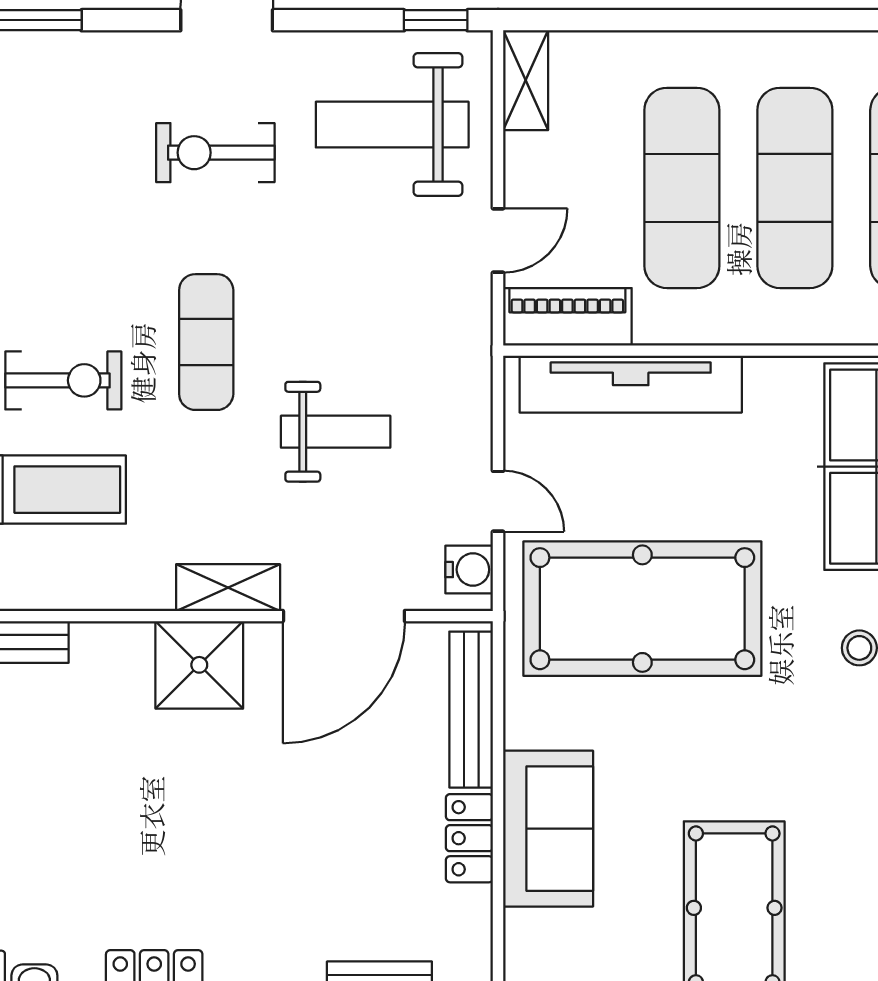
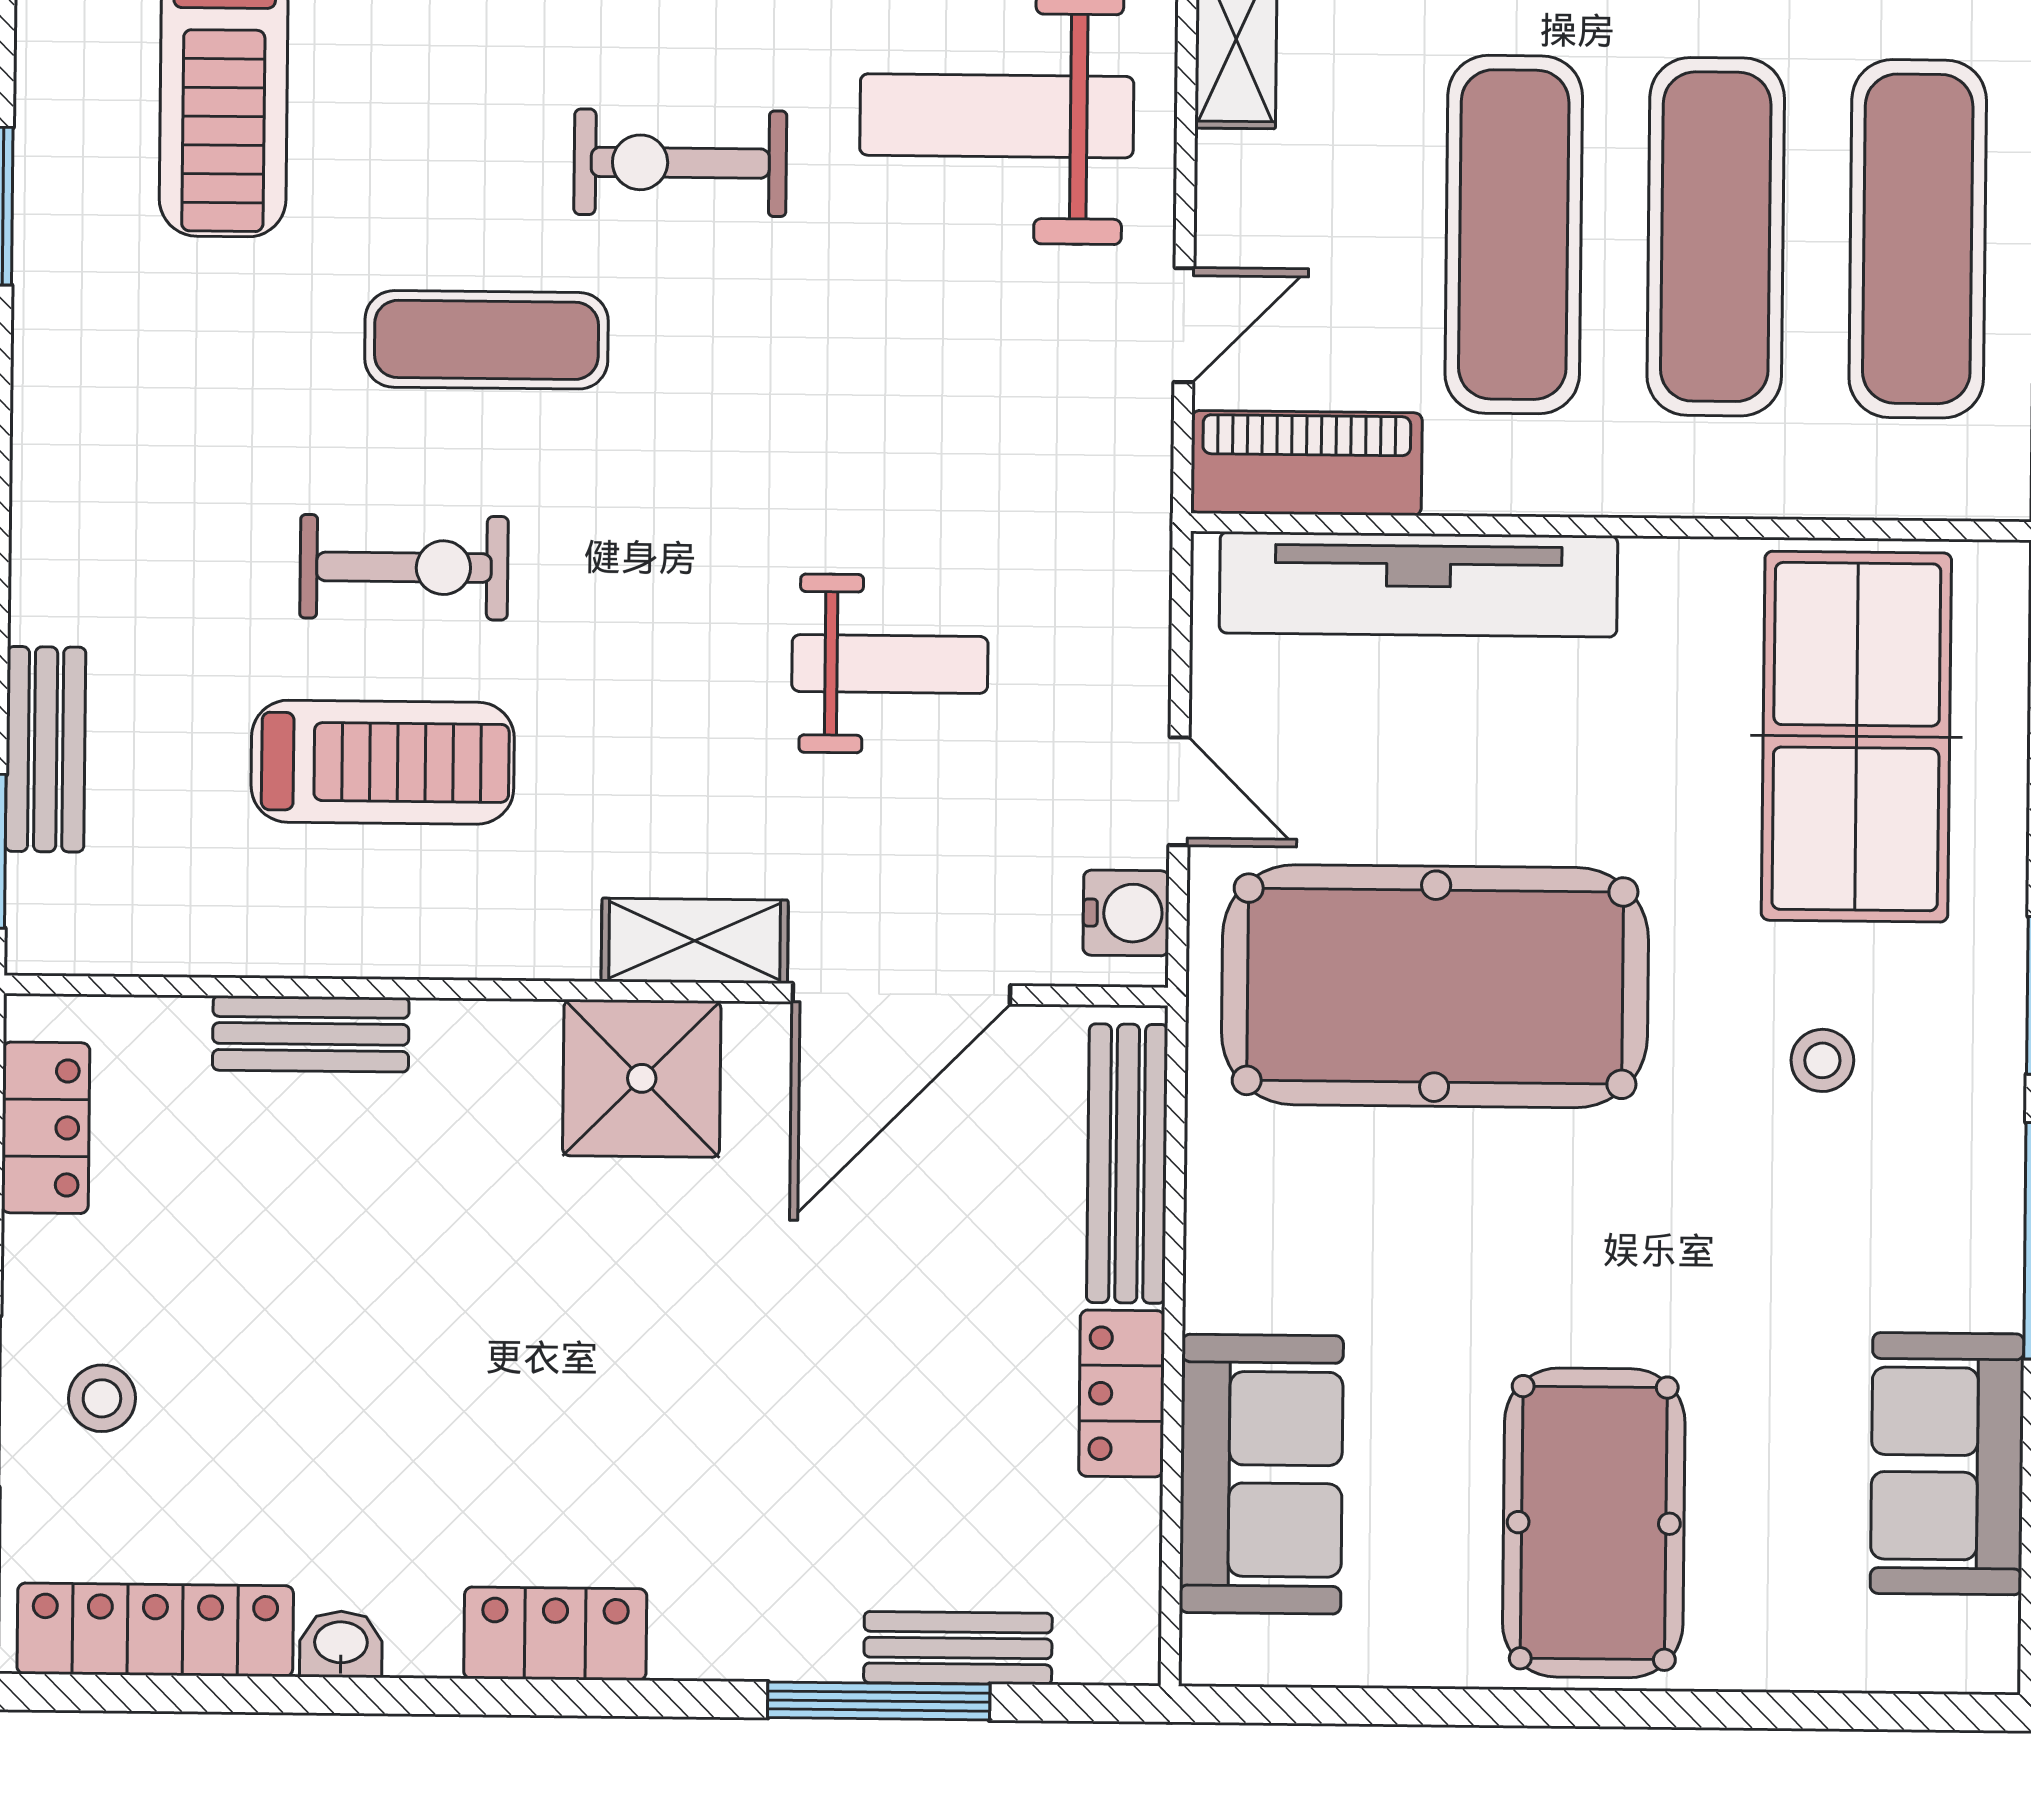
exercise mat: (206, 342) -> (486, 340), moved, turned 90
sofa: (548, 829) -> (1261, 1474), moved

